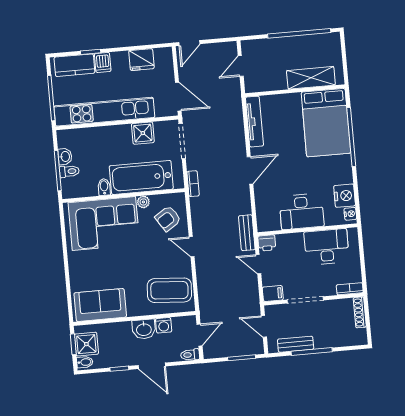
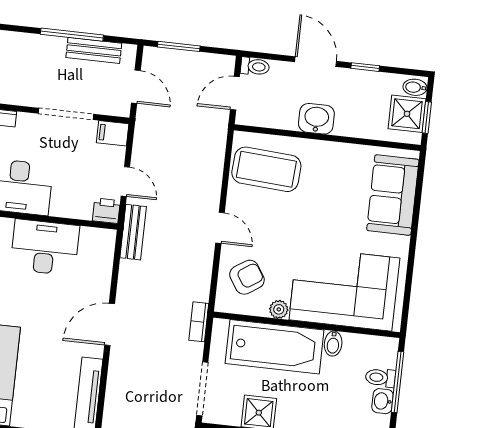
sofa: (100, 305) -> (393, 195), moved, turned 90
washing machine: (164, 325) -> (286, 119), removed

